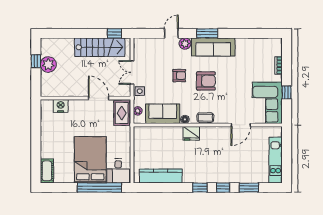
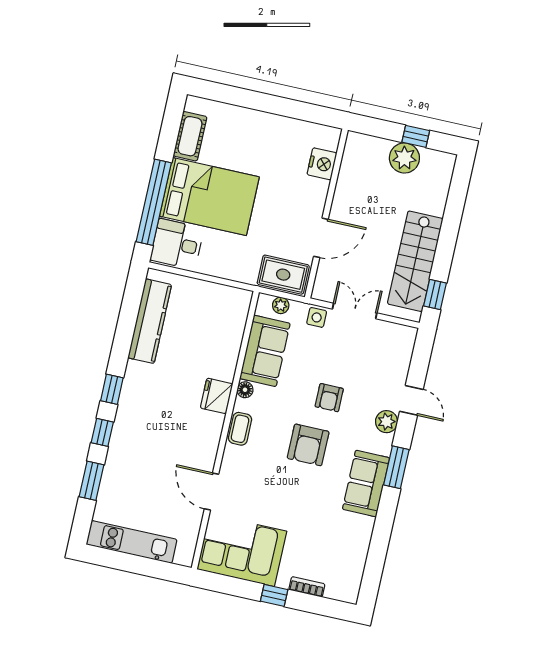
sofa: (213, 47) -> (366, 484), width x0.73
window: (287, 92) -> (274, 595), moved
cot: (47, 171) -> (190, 136), moved, turned 90

